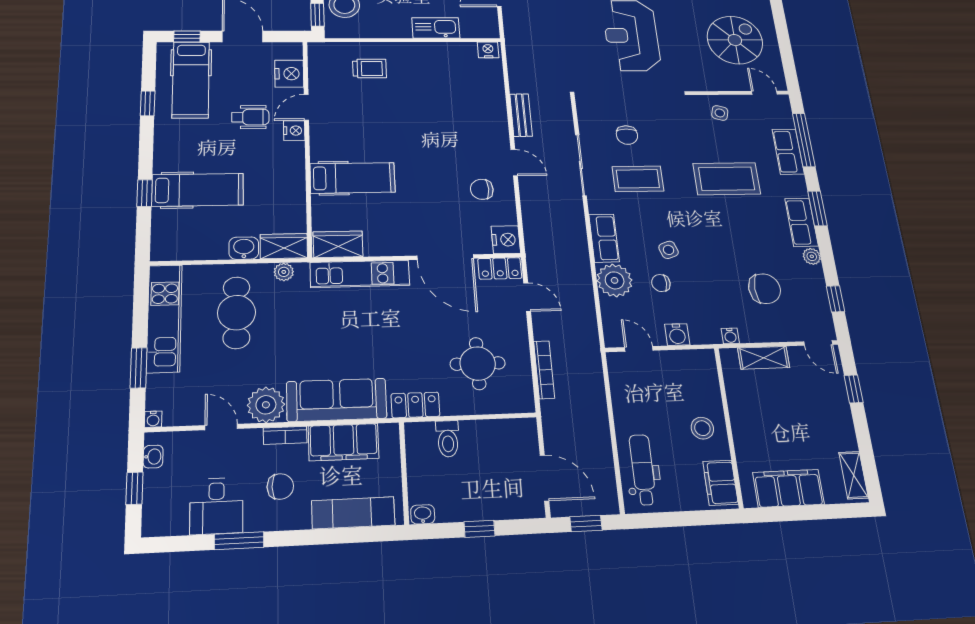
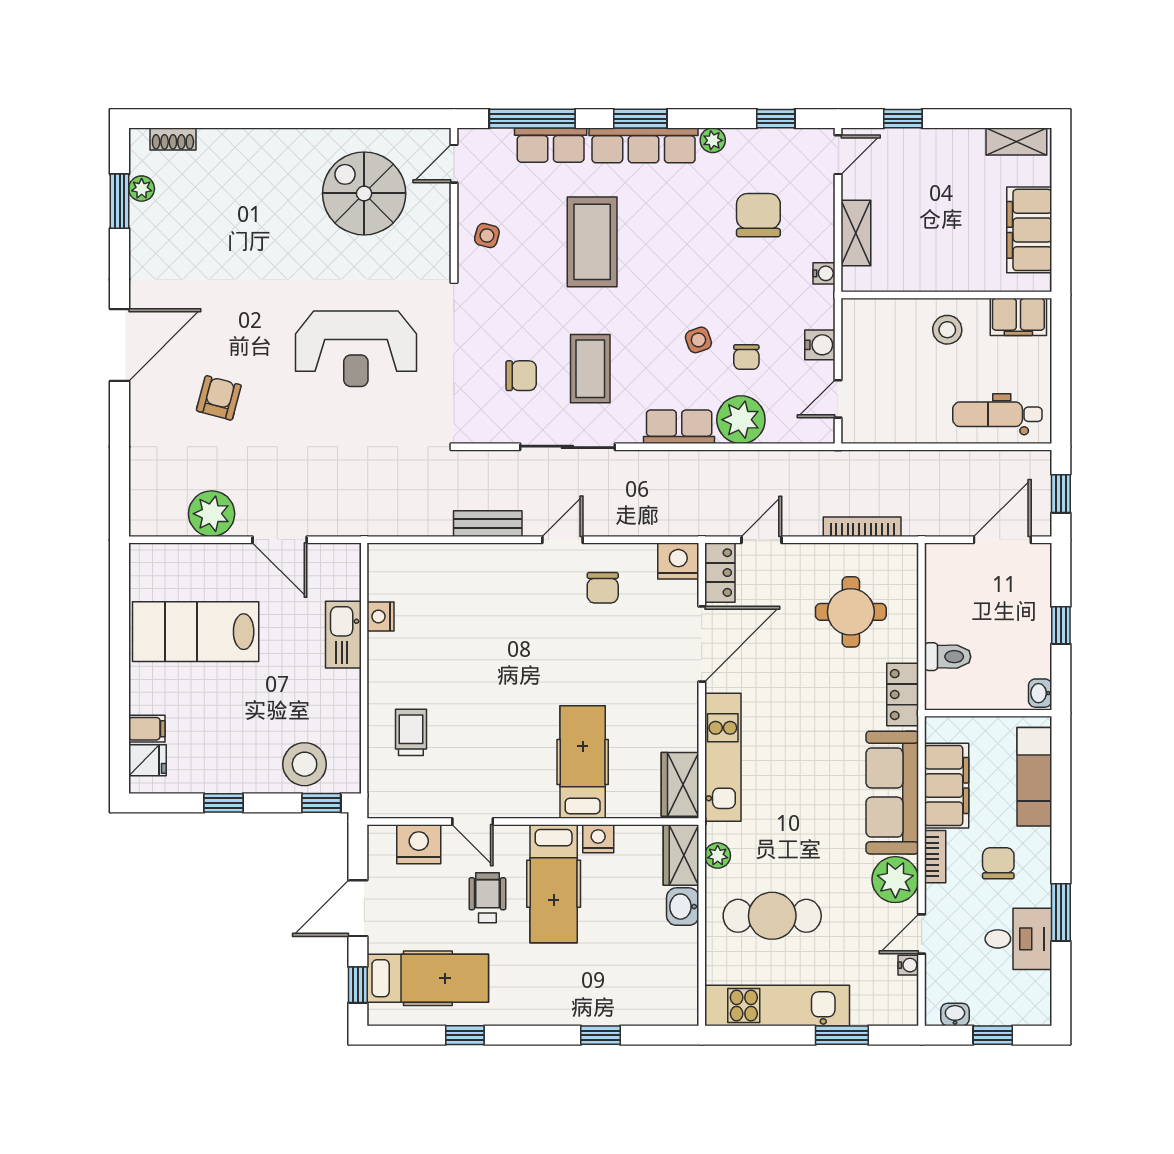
nightstand: (488, 50) -> (381, 616), moved
nightstand: (294, 131) -> (598, 839), moved
hospital bed: (198, 190) -> (554, 884), moved, turned 180
row of seats: (802, 222) -> (644, 145), width x1.48
water cooler: (153, 419) -> (908, 965), moved

